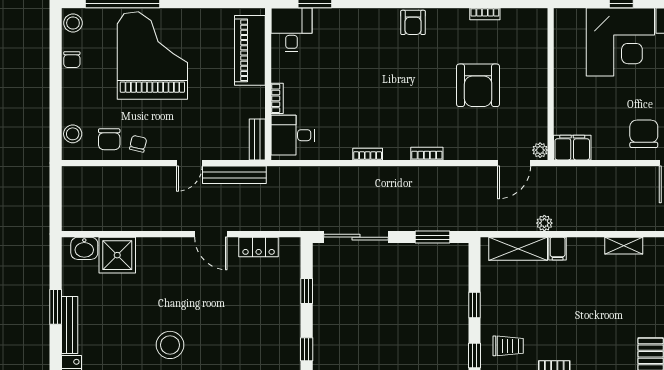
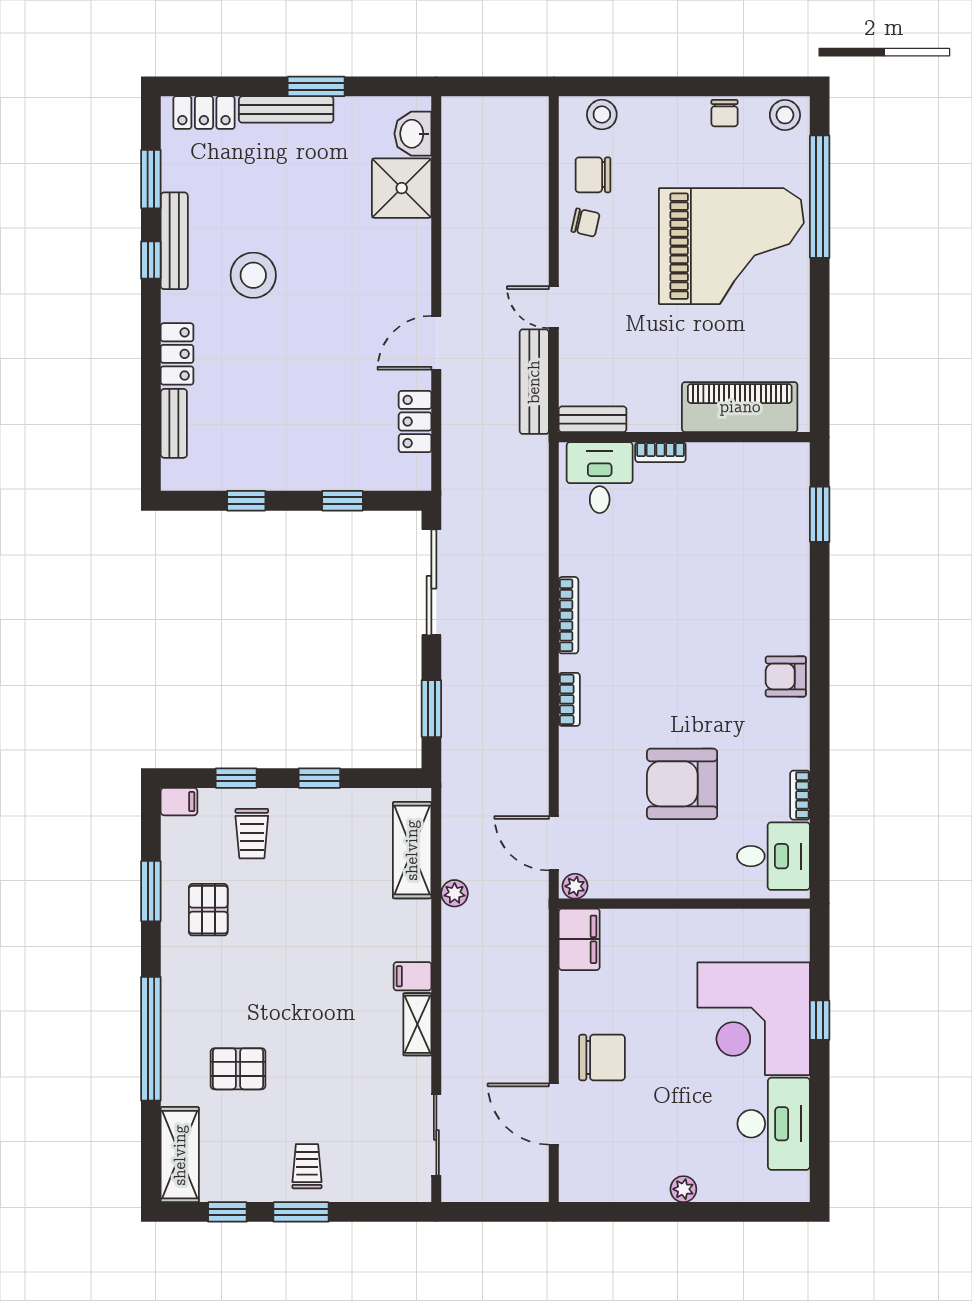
desk: (291, 30) -> (773, 856), moved
chair: (72, 60) -> (725, 113), turned -90
bookcase: (368, 154) -> (568, 615), width x1.56
filing cabinet: (558, 249) -> (412, 976), moved

